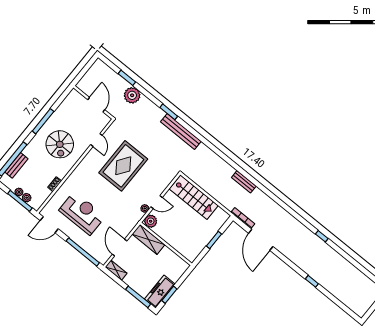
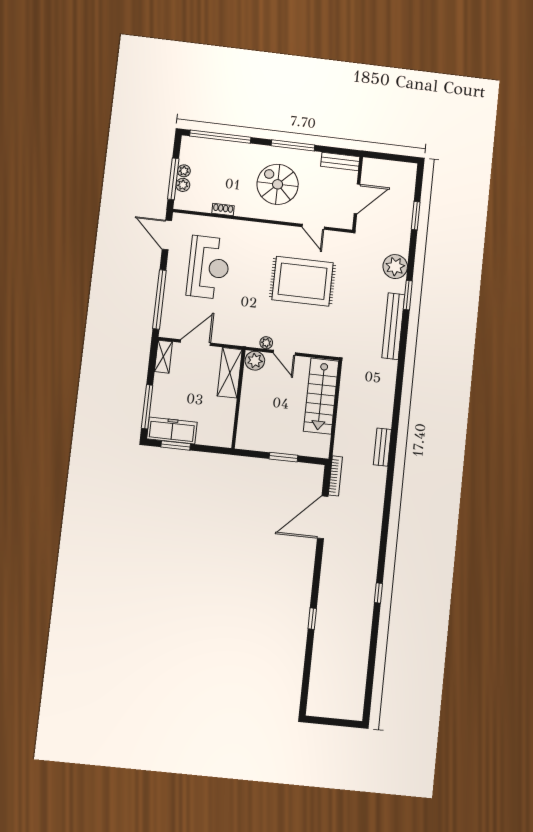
plant: (132, 95) -> (395, 267), moved
door: (96, 140) -> (313, 227), hinge flipped
spiral stairs: (60, 144) -> (278, 184), turned 90
bench: (16, 165) -> (340, 161), moved

